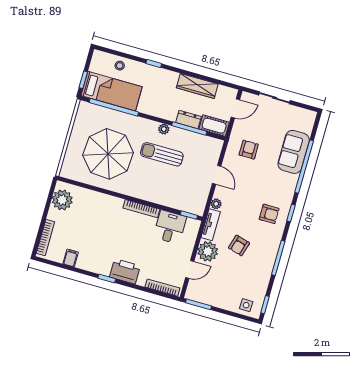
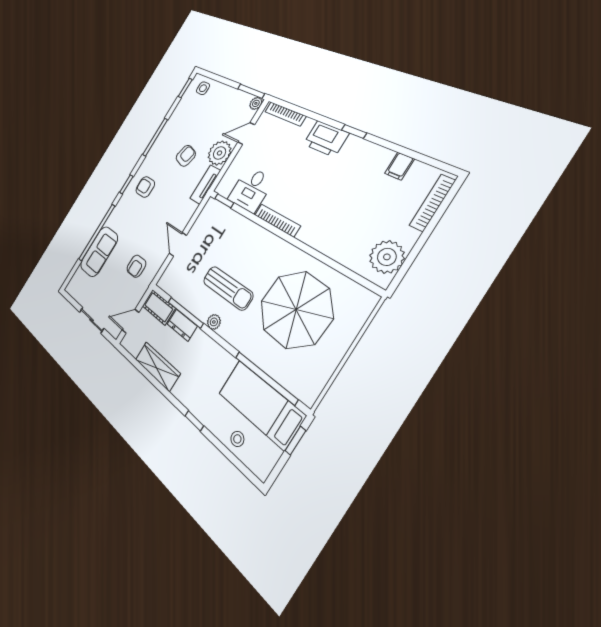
plant: (216, 204) -> (256, 103), moved

